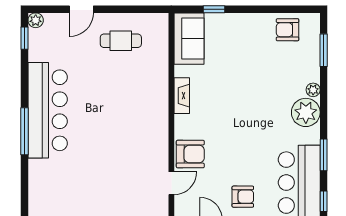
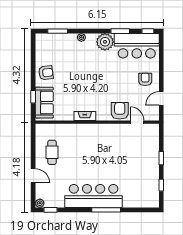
armchair: (288, 30) -> (46, 73), moved, turned -97
sofa: (189, 39) -> (44, 103), moved, turned 90
plant: (306, 112) -> (105, 42), moved

